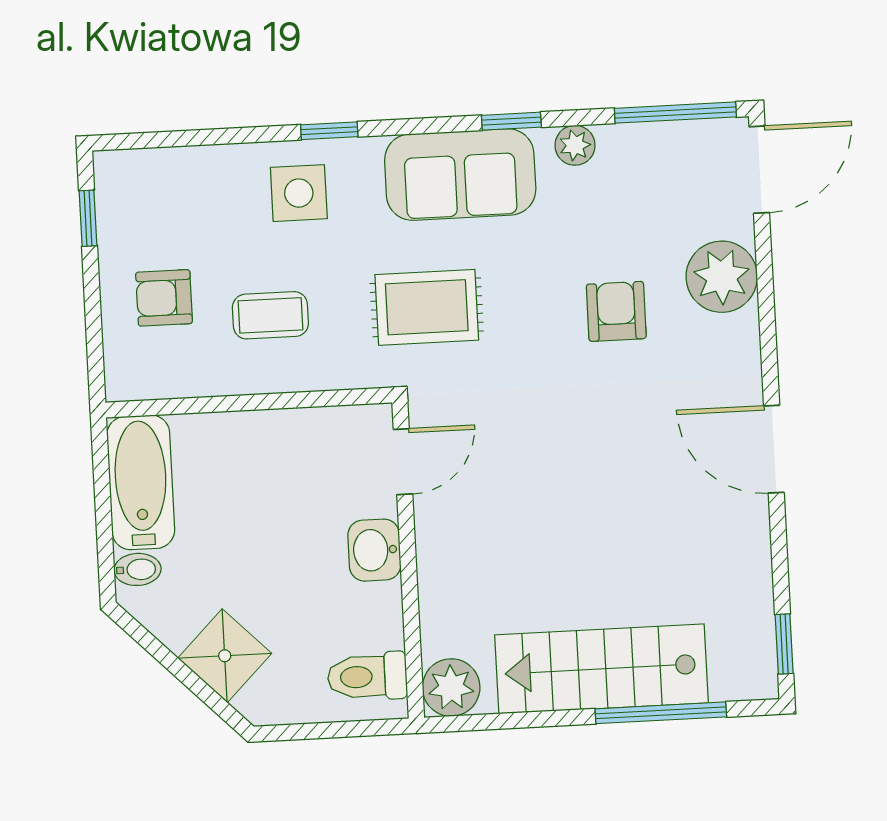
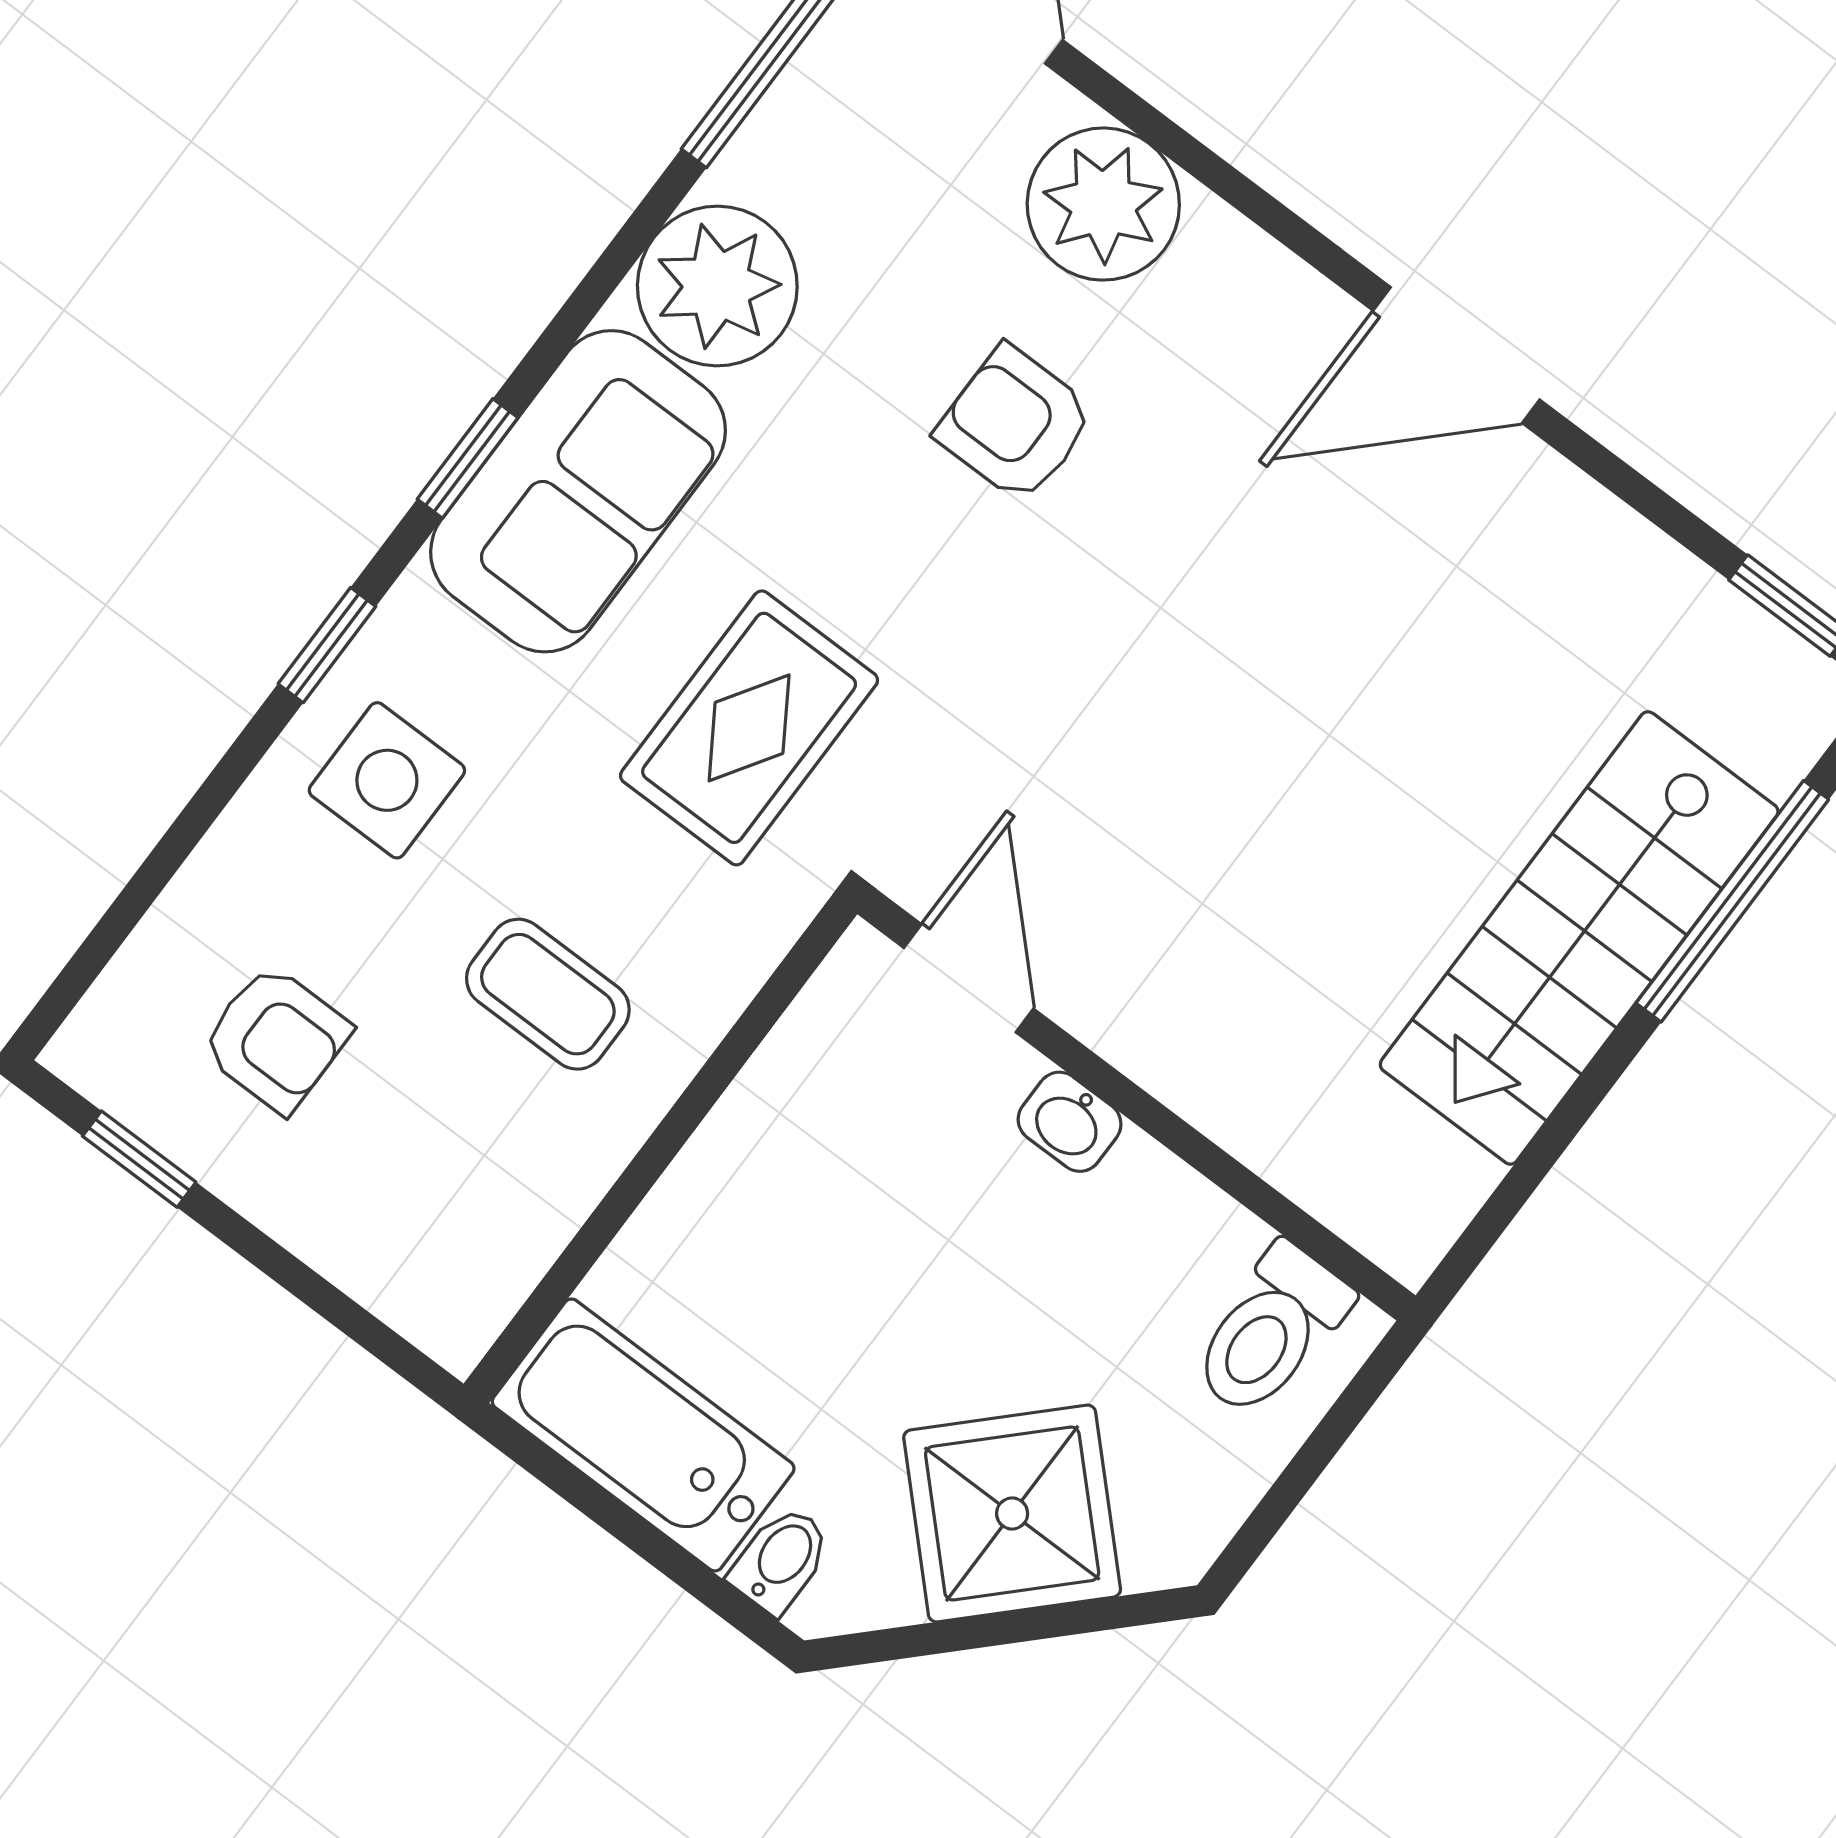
window: (511, 121) -> (468, 458), moved
plant: (575, 145) -> (717, 286), width x1.88, depth x1.88
armchair: (164, 298) -> (276, 1039), moved, turned -90
coffee table: (270, 315) -> (548, 994), turned 90
washbasin: (374, 550) -> (1070, 1122), width x0.72, depth x0.69
shower: (225, 656) -> (1012, 1514), width x1.36, depth x1.36
plant: (451, 688) -> (1404, 1209), removed

